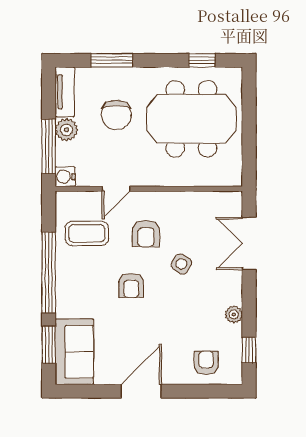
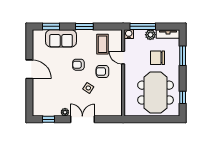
double door: (249, 244) -> (82, 119), moved
window: (49, 272) -> (84, 26), width x0.47
sofa: (74, 352) -> (61, 38), moved
armchair: (206, 363) -> (43, 99), removed

